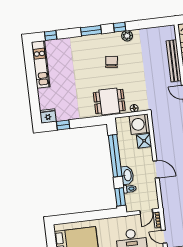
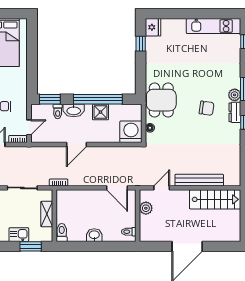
plant: (127, 36) -> (235, 95), moved
dresser: (112, 37) -> (235, 112), added
shower: (144, 141) -> (100, 112), moved
door: (146, 212) -> (29, 127), swing flipped

